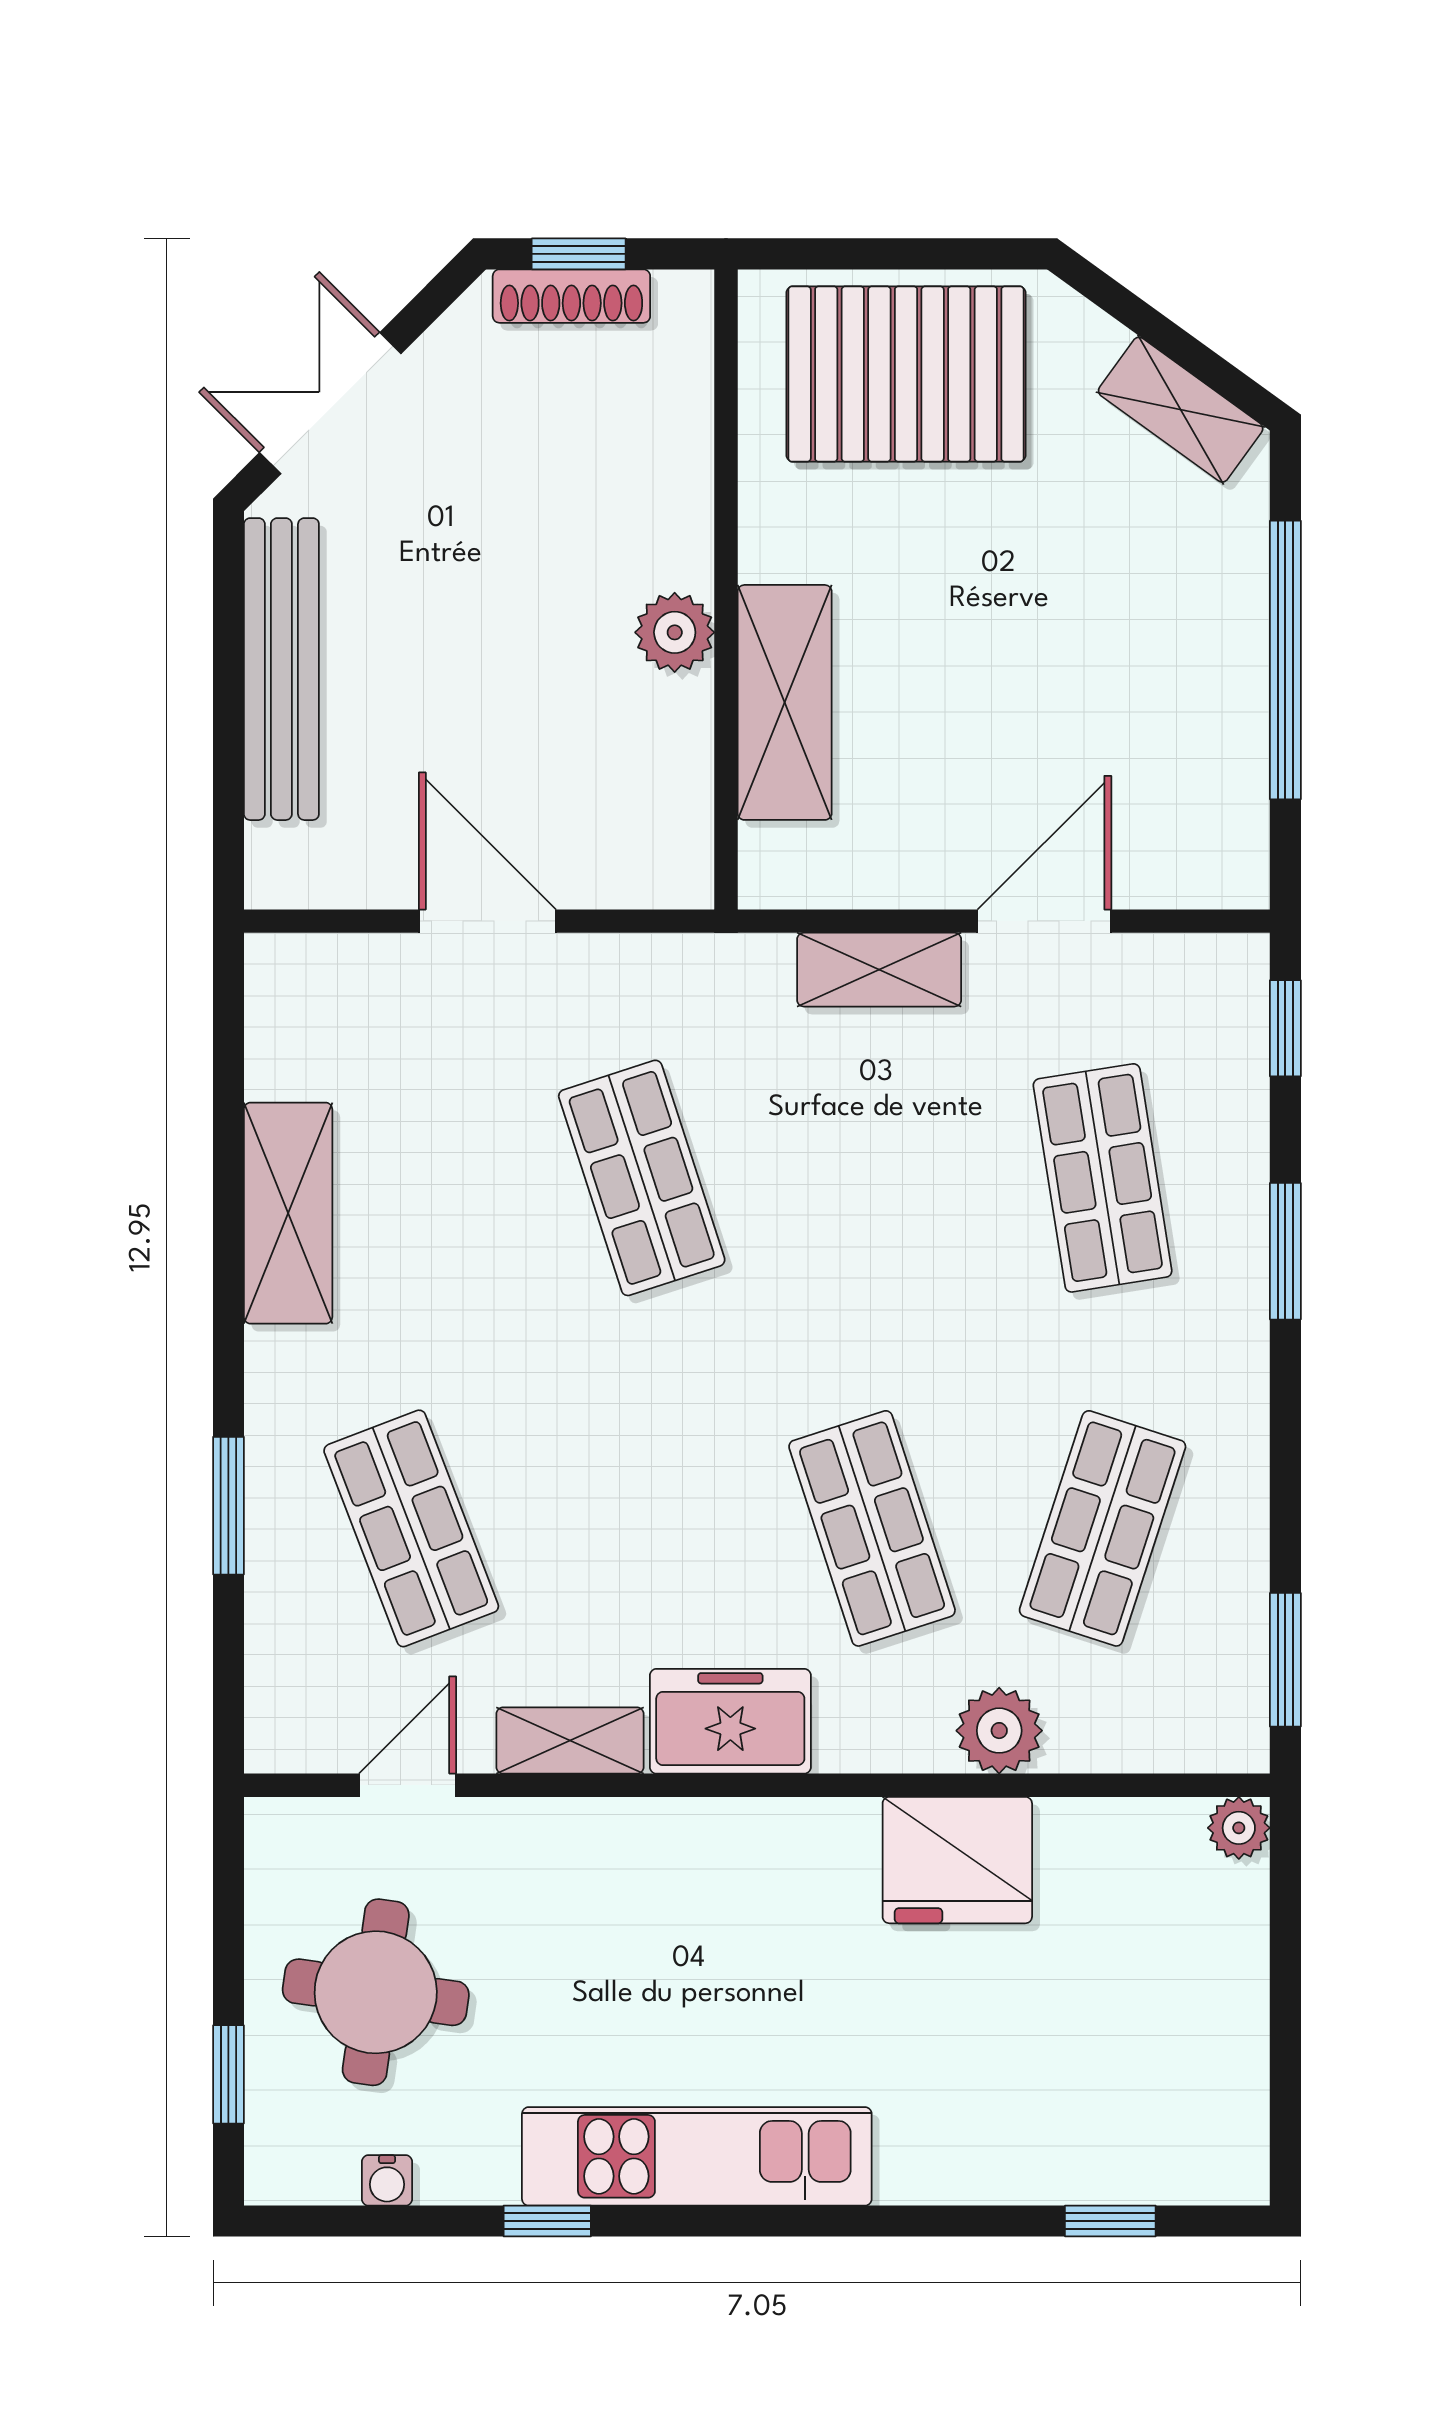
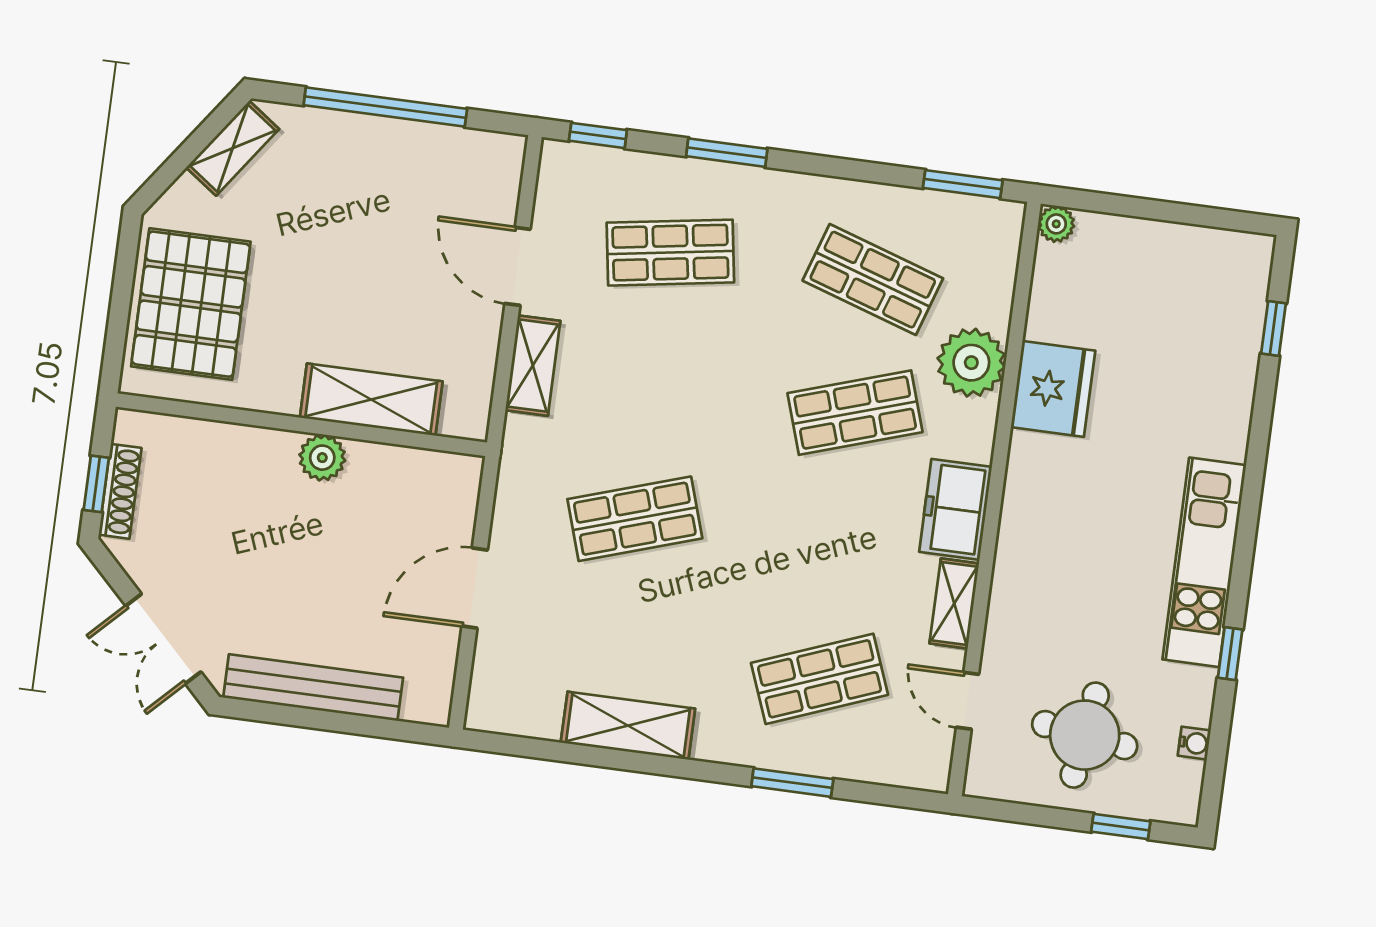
plant: (999, 1731) -> (971, 363), width x1.36, depth x1.36

